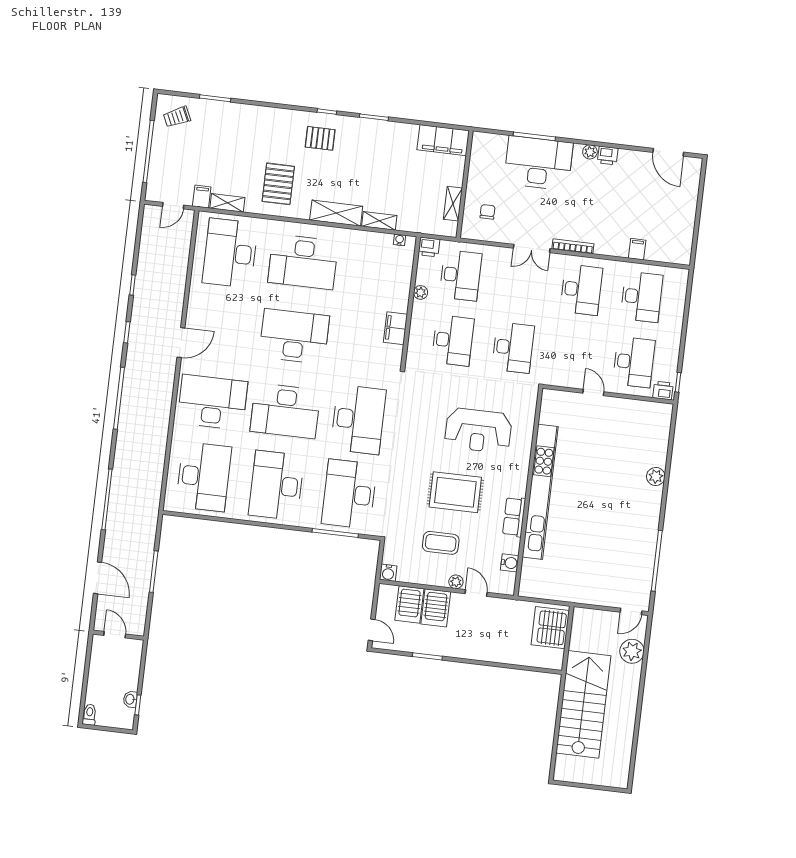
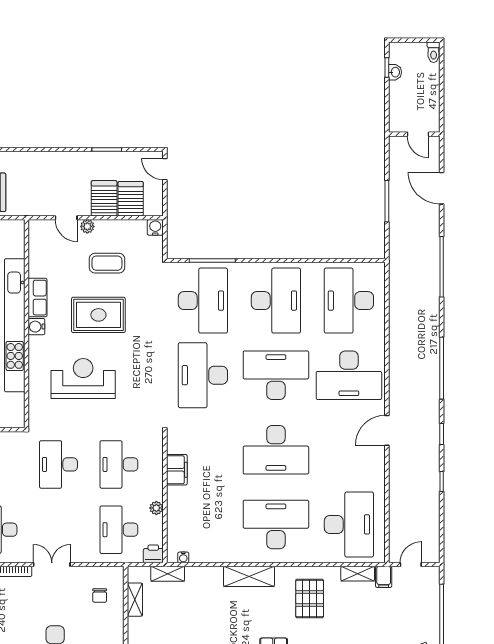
shelving: (379, 221) -> (168, 574), moved
water cooler: (510, 563) -> (36, 327), moved

